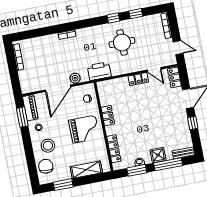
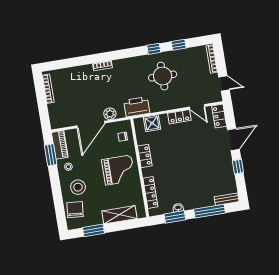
shower: (158, 155) -> (152, 123), moved

